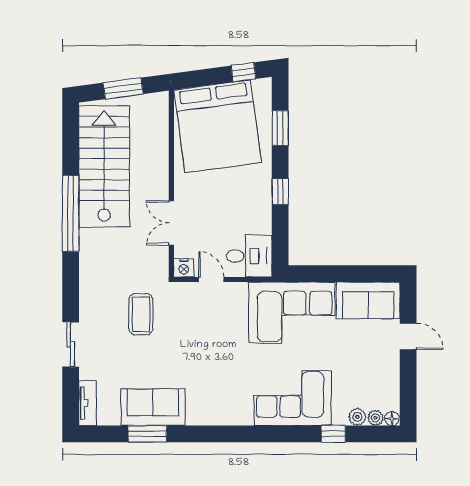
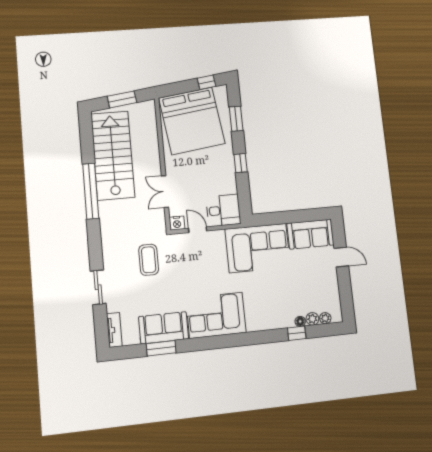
corner sofa: (293, 398) -> (216, 315), moved
floor lamp: (392, 419) -> (300, 321), moved

